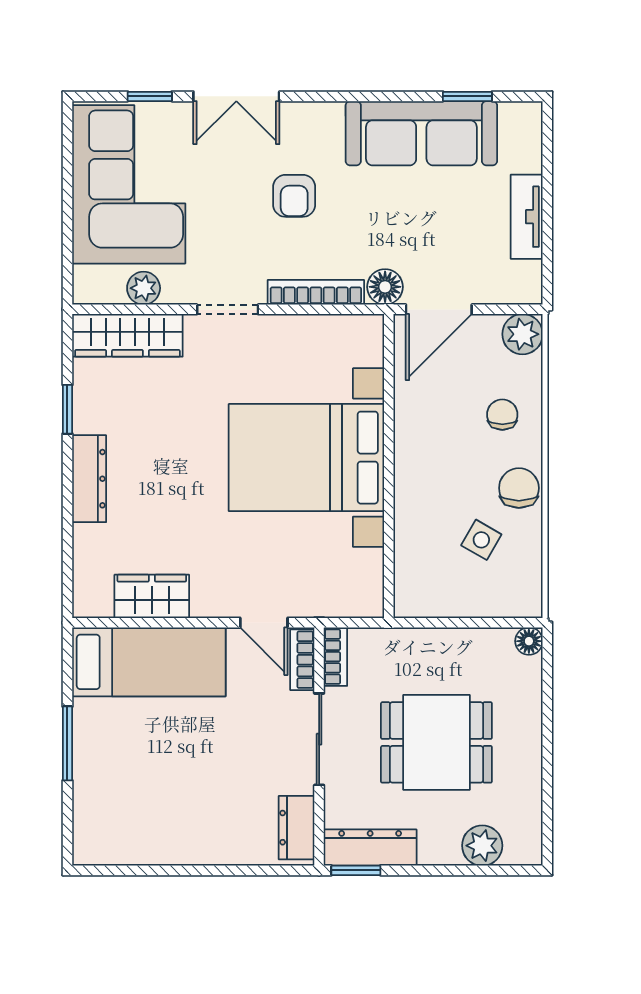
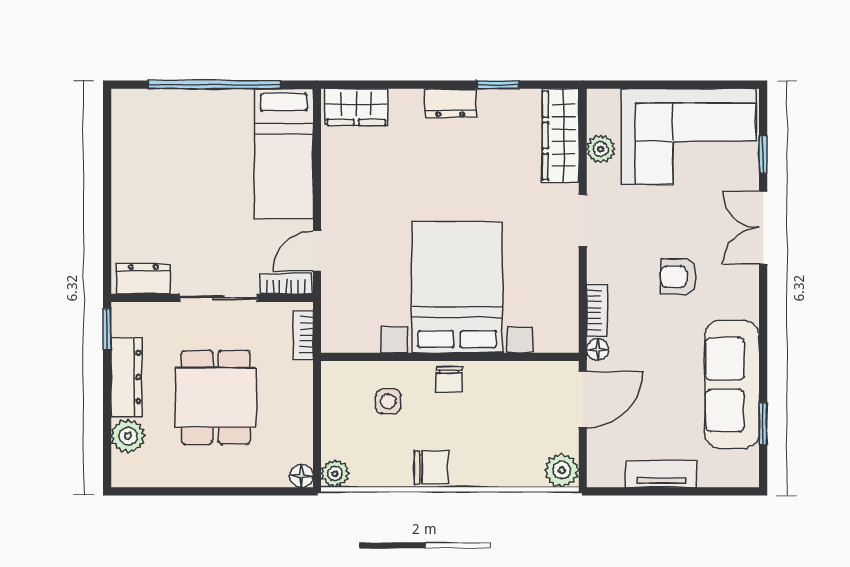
floor lamp: (385, 287) -> (598, 350), width x0.73, depth x0.73
bookcase: (316, 292) -> (597, 310), width x0.64
door: (439, 309) -> (583, 399), swing flipped
chair: (502, 415) -> (449, 379), moved, turned 90
dresser: (89, 479) -> (450, 103), width x0.70
side table: (481, 540) -> (388, 401), moved, turned -30
wardrobe: (152, 596) -> (356, 107), moved, turned 90
plant: (526, 602) -> (335, 474), added
bookcase: (335, 657) -> (303, 335), moved, turned 90
window: (67, 743) -> (215, 85), width x2.11
dresser: (370, 848) -> (126, 377), moved

